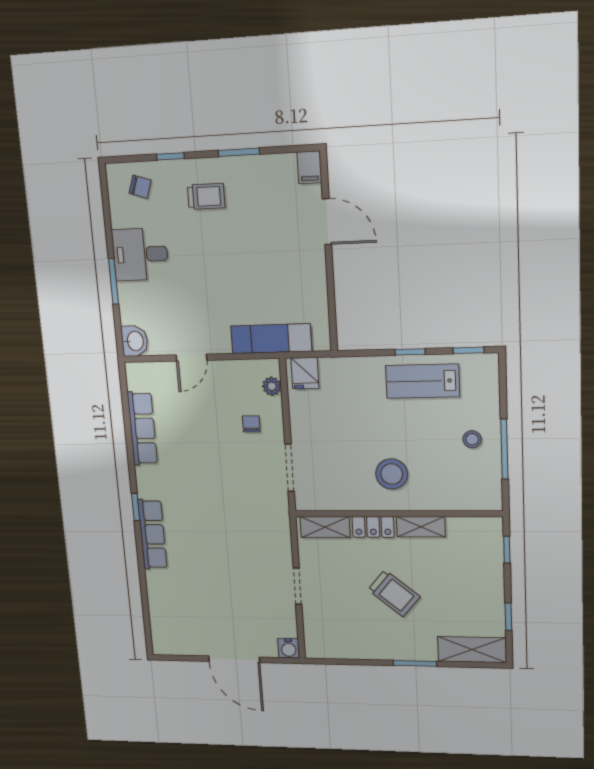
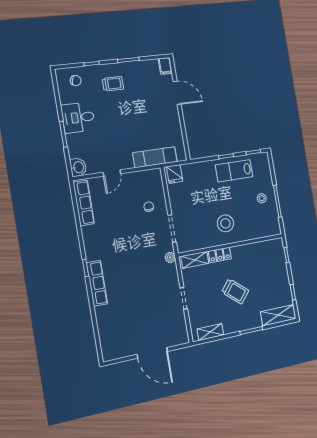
plant: (272, 386) -> (170, 258), moved
row of seats: (142, 428) -> (84, 203), moved
shelving: (421, 527) -> (210, 332), moved
water cooler: (289, 648) -> (183, 338), removed

